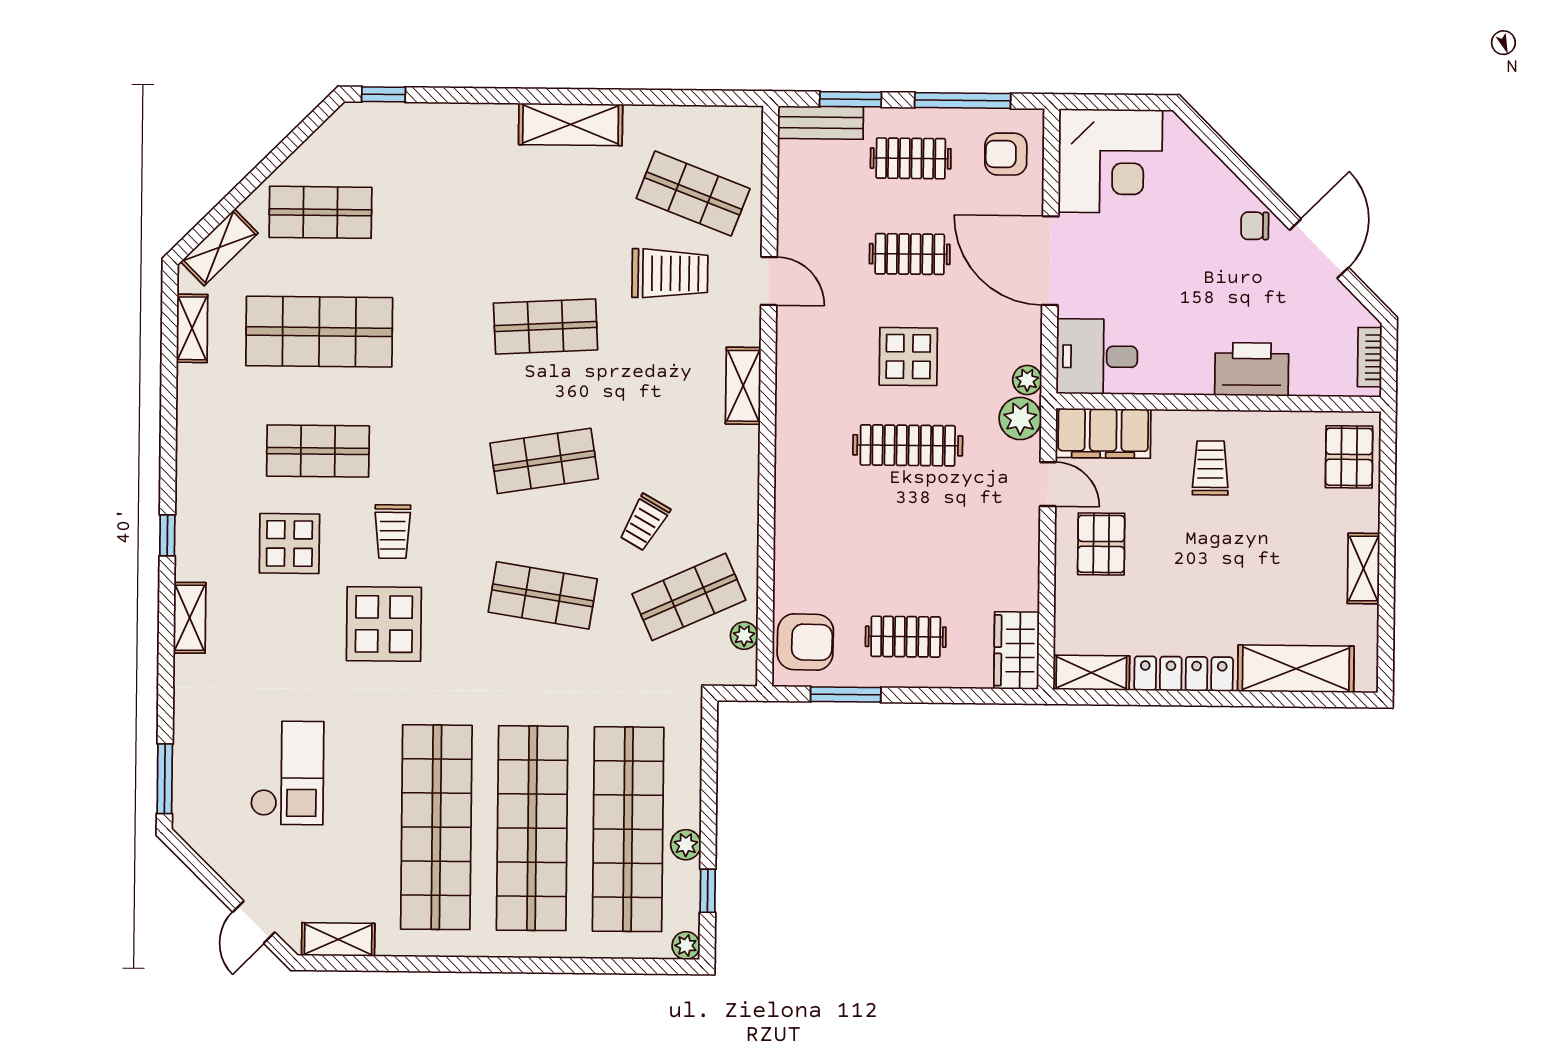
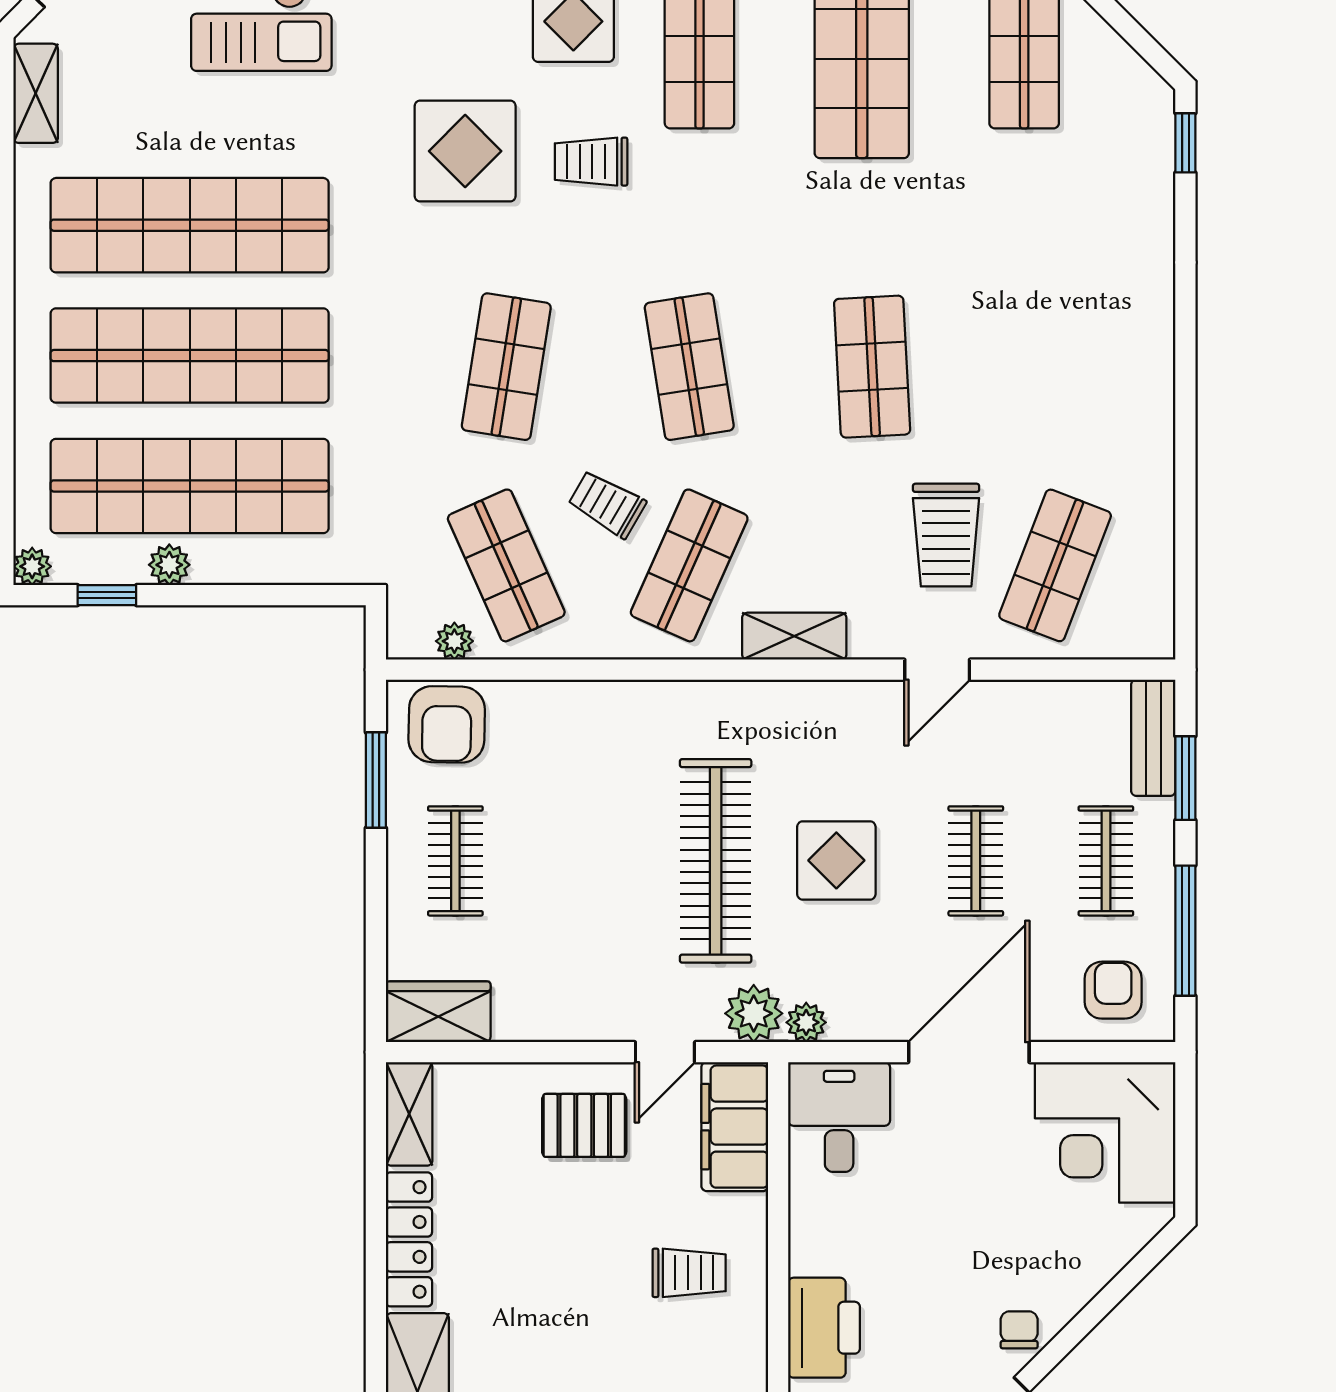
shelving: (571, 124) -> (1147, 398), removed
clothes rail: (908, 445) -> (716, 861), width x1.37, depth x1.31
shop shelf: (690, 462) -> (689, 565), added

